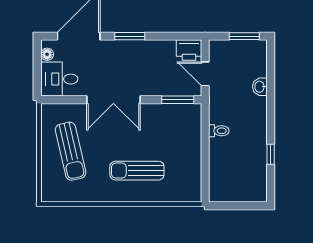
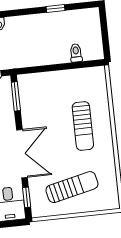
window: (64, 100) -> (27, 197), added
toilet: (219, 131) -> (76, 53), moved

